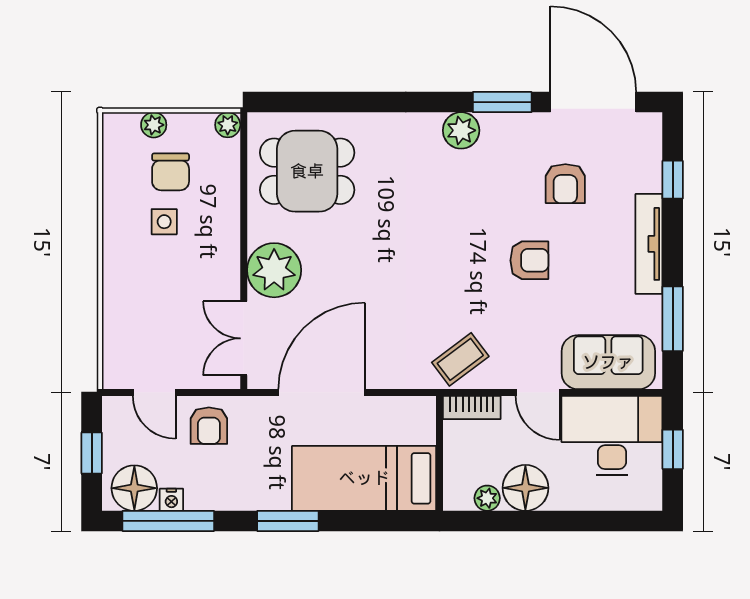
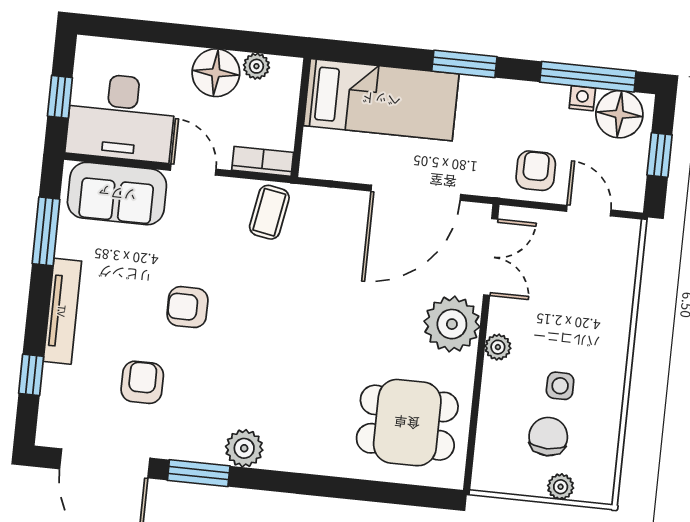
plant: (228, 125) -> (498, 347), moved
coffee table: (460, 359) -> (269, 212), turned -43

